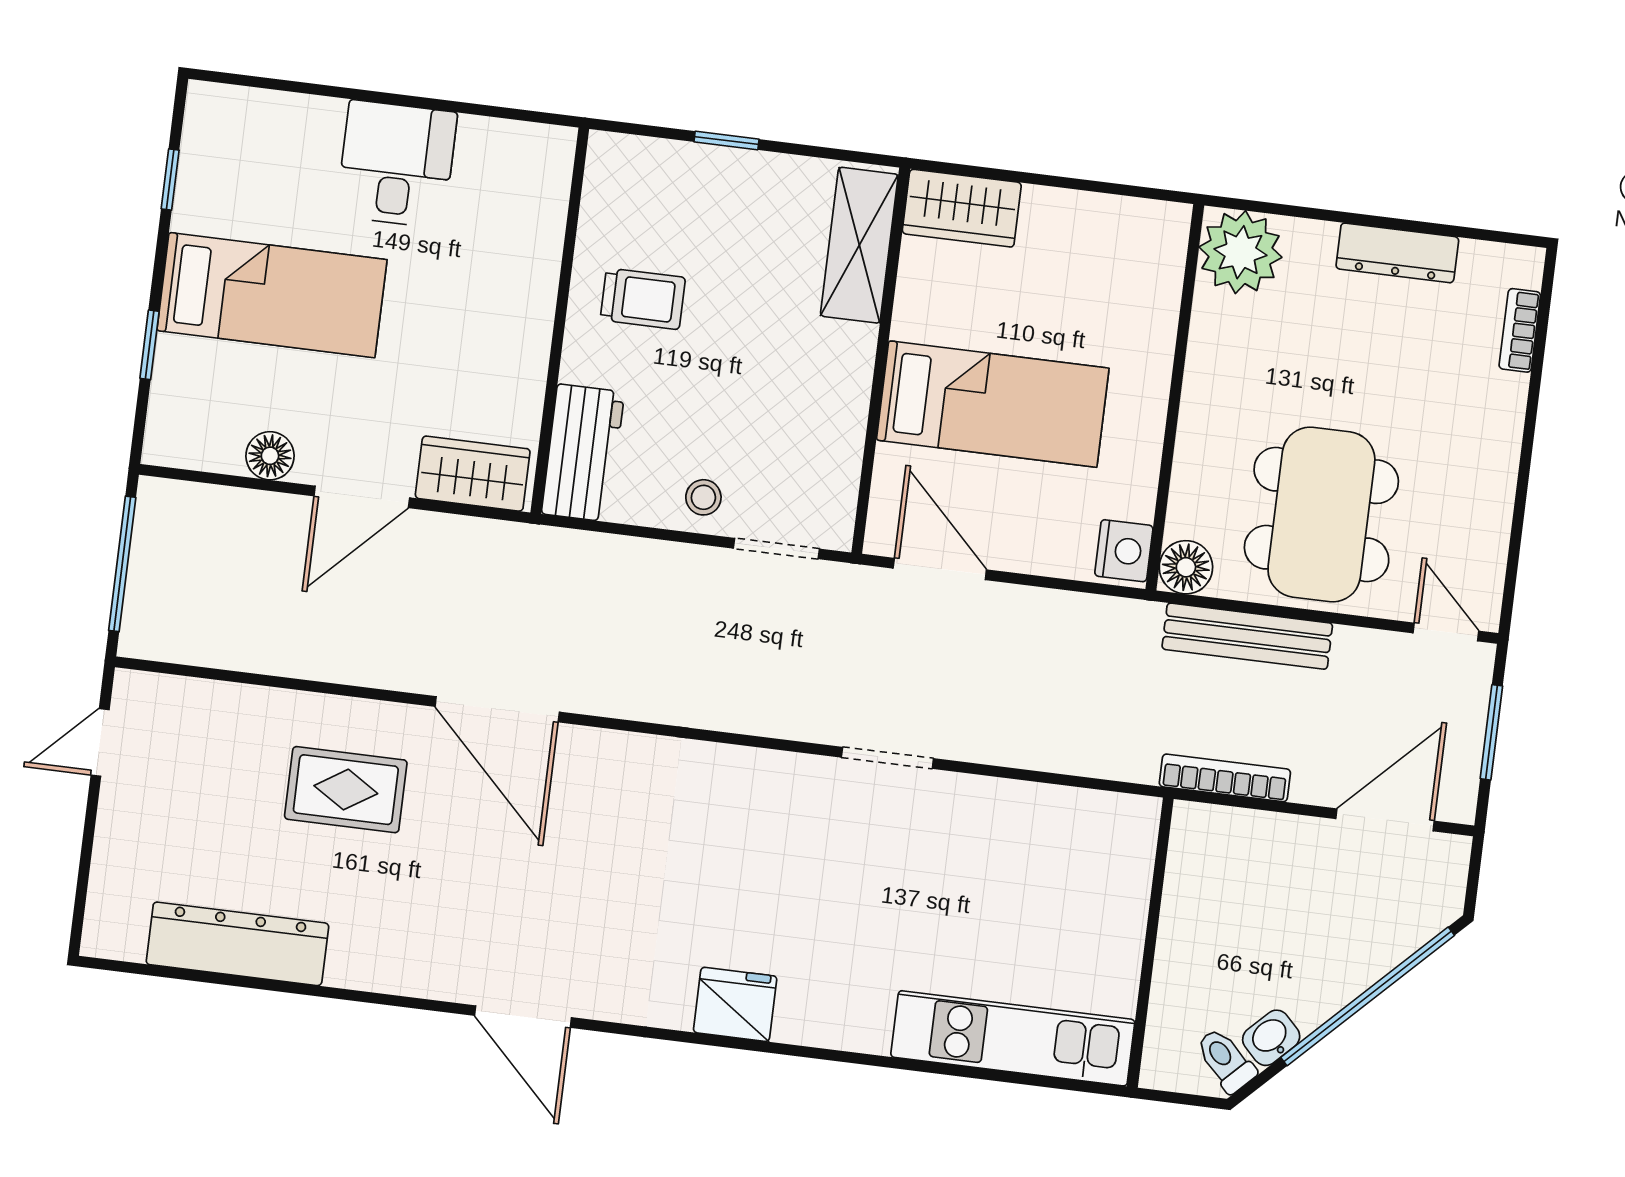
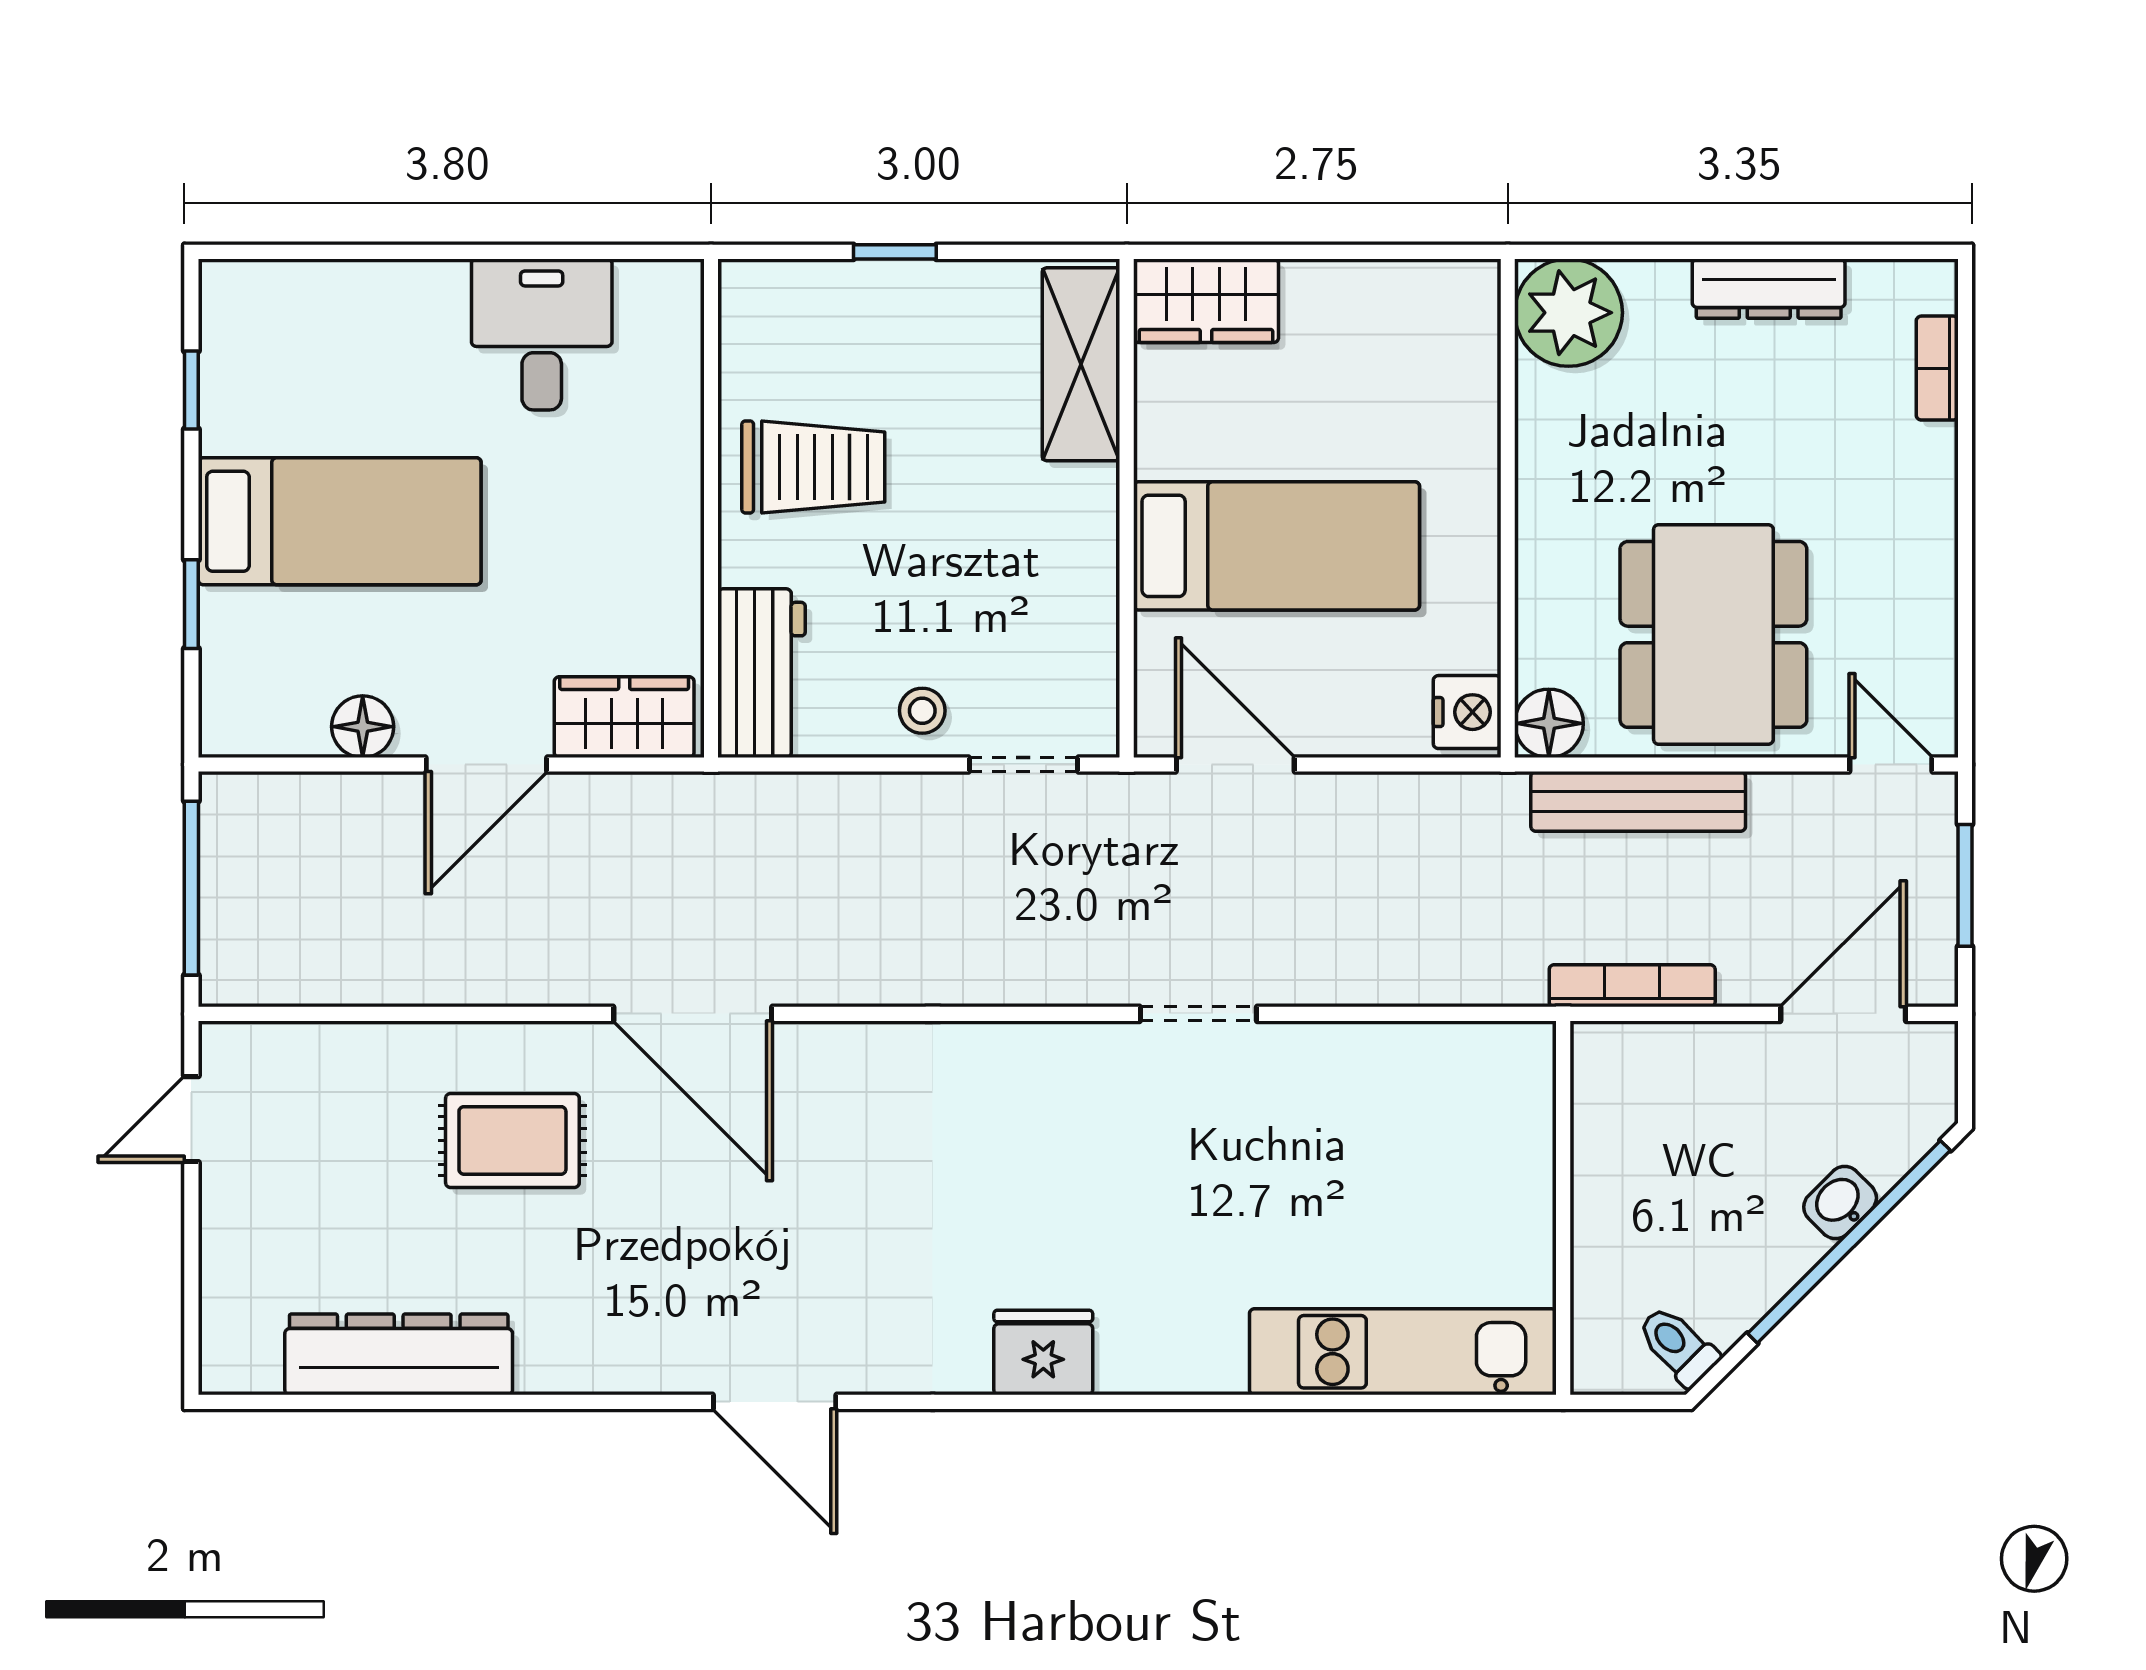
desk: (397, 164) -> (542, 334), moved
trolley: (643, 299) -> (813, 467), width x1.36, depth x1.39
washbasin: (1271, 1038) -> (1840, 1202), moved

